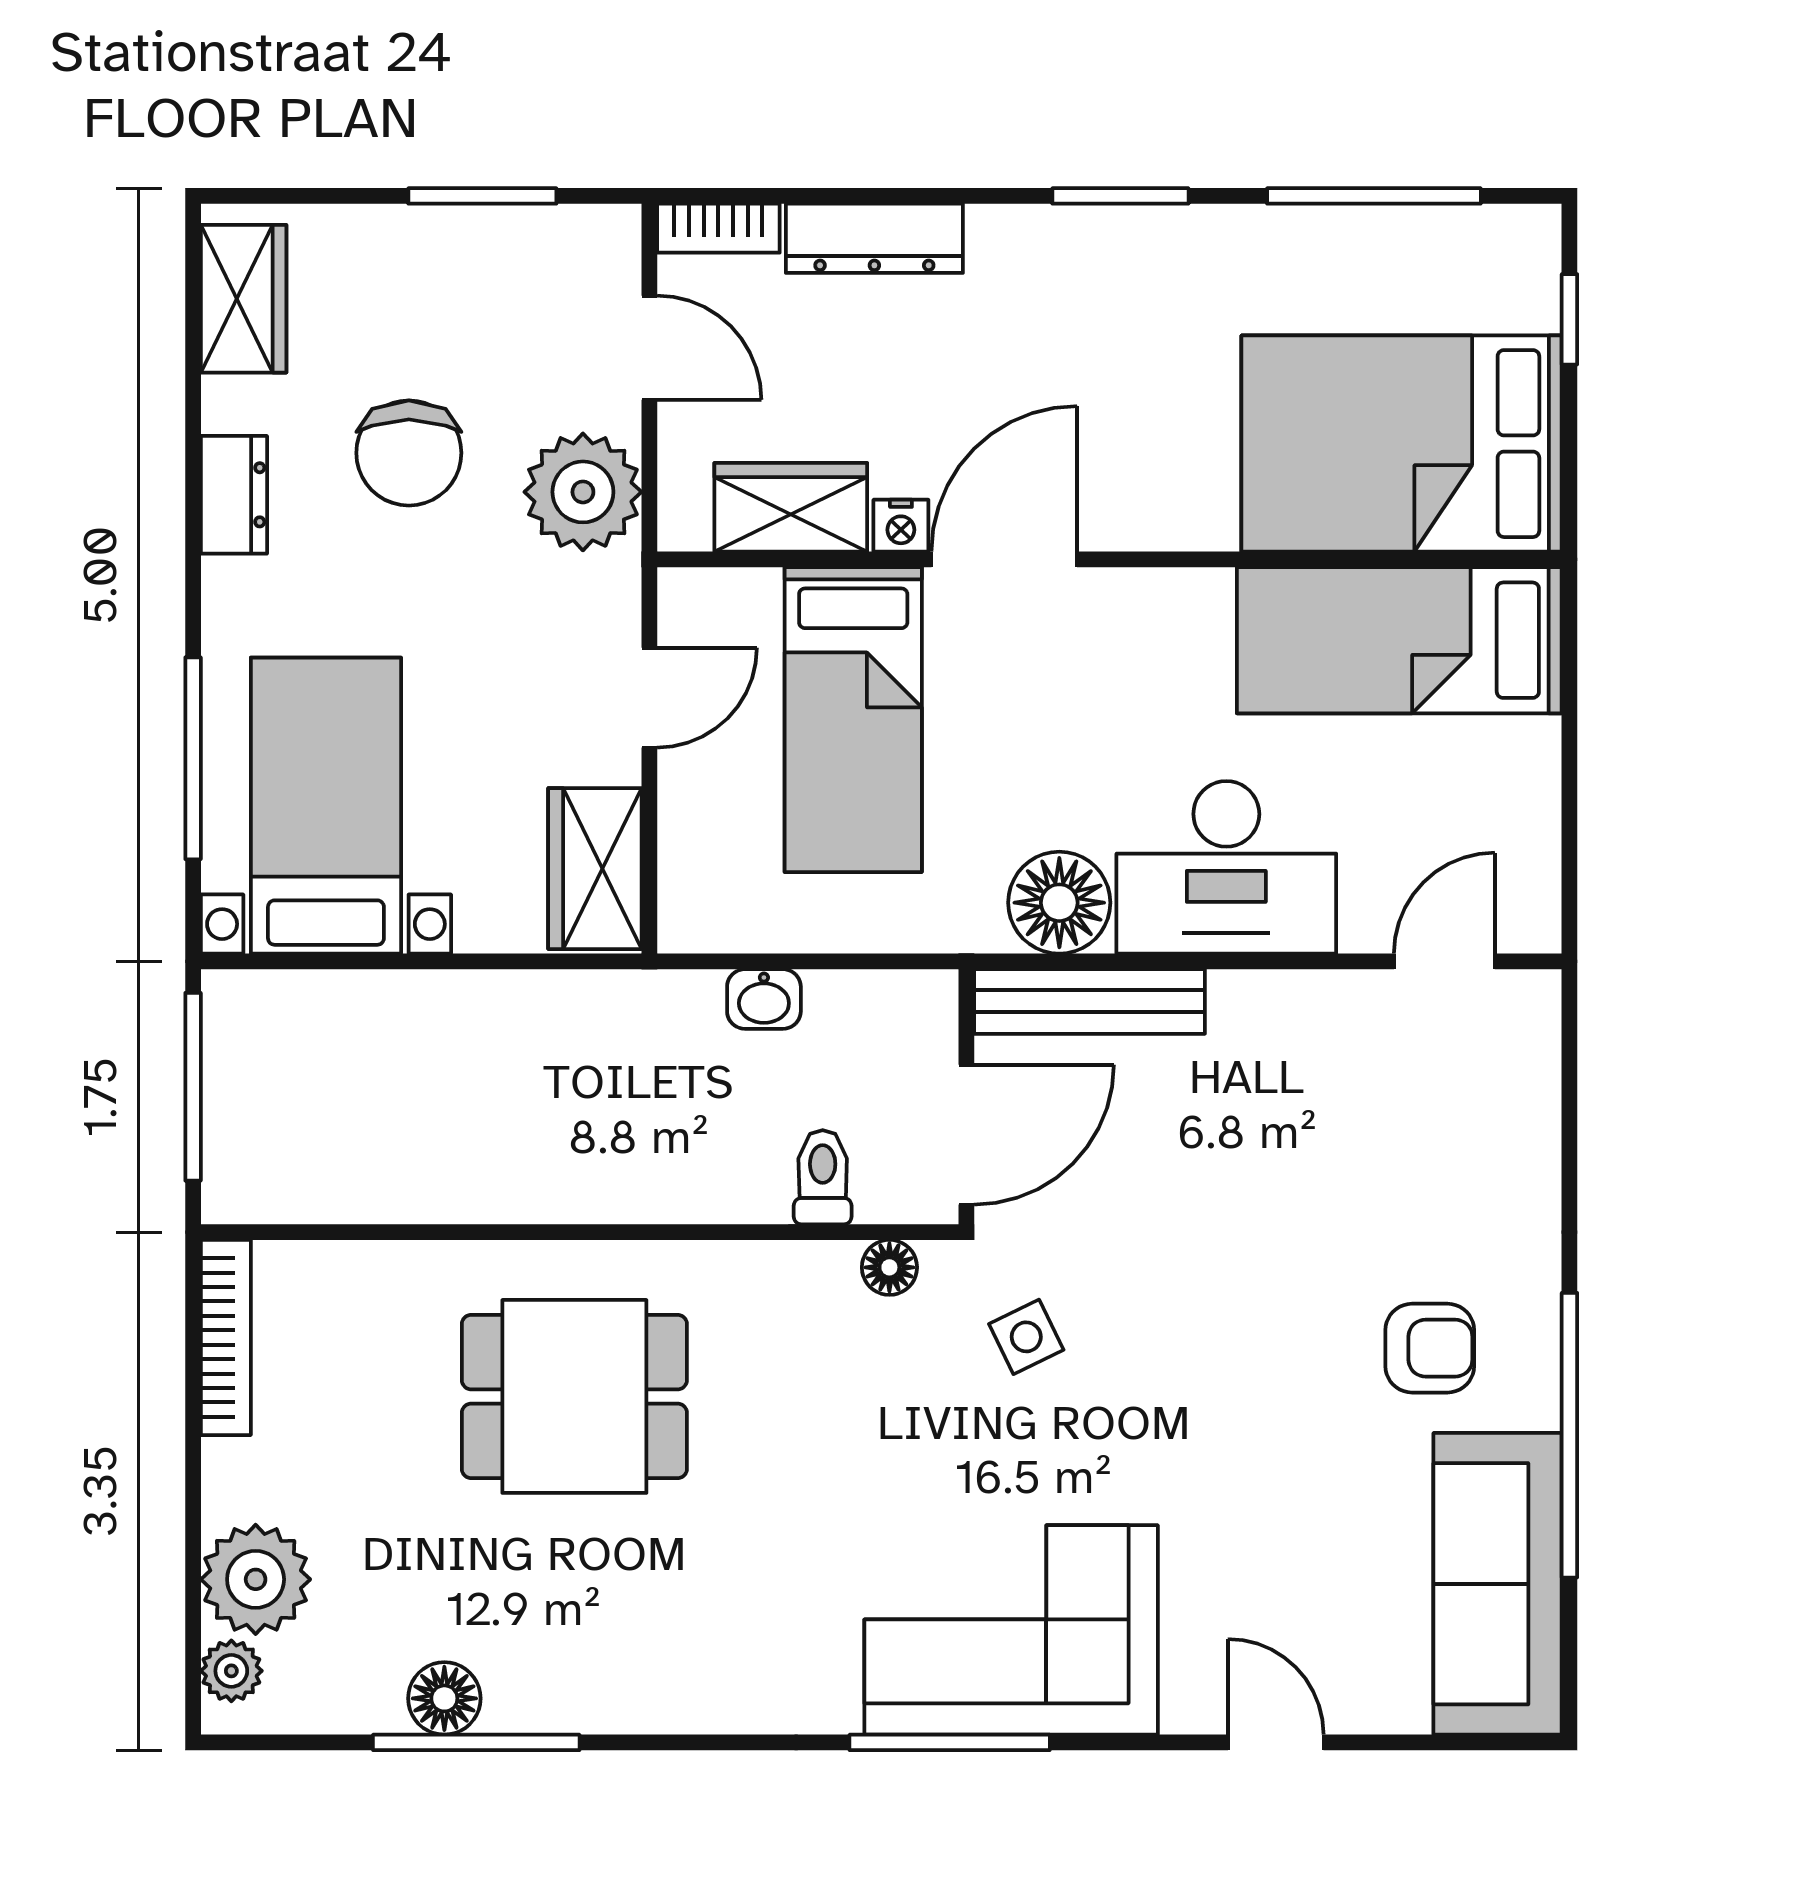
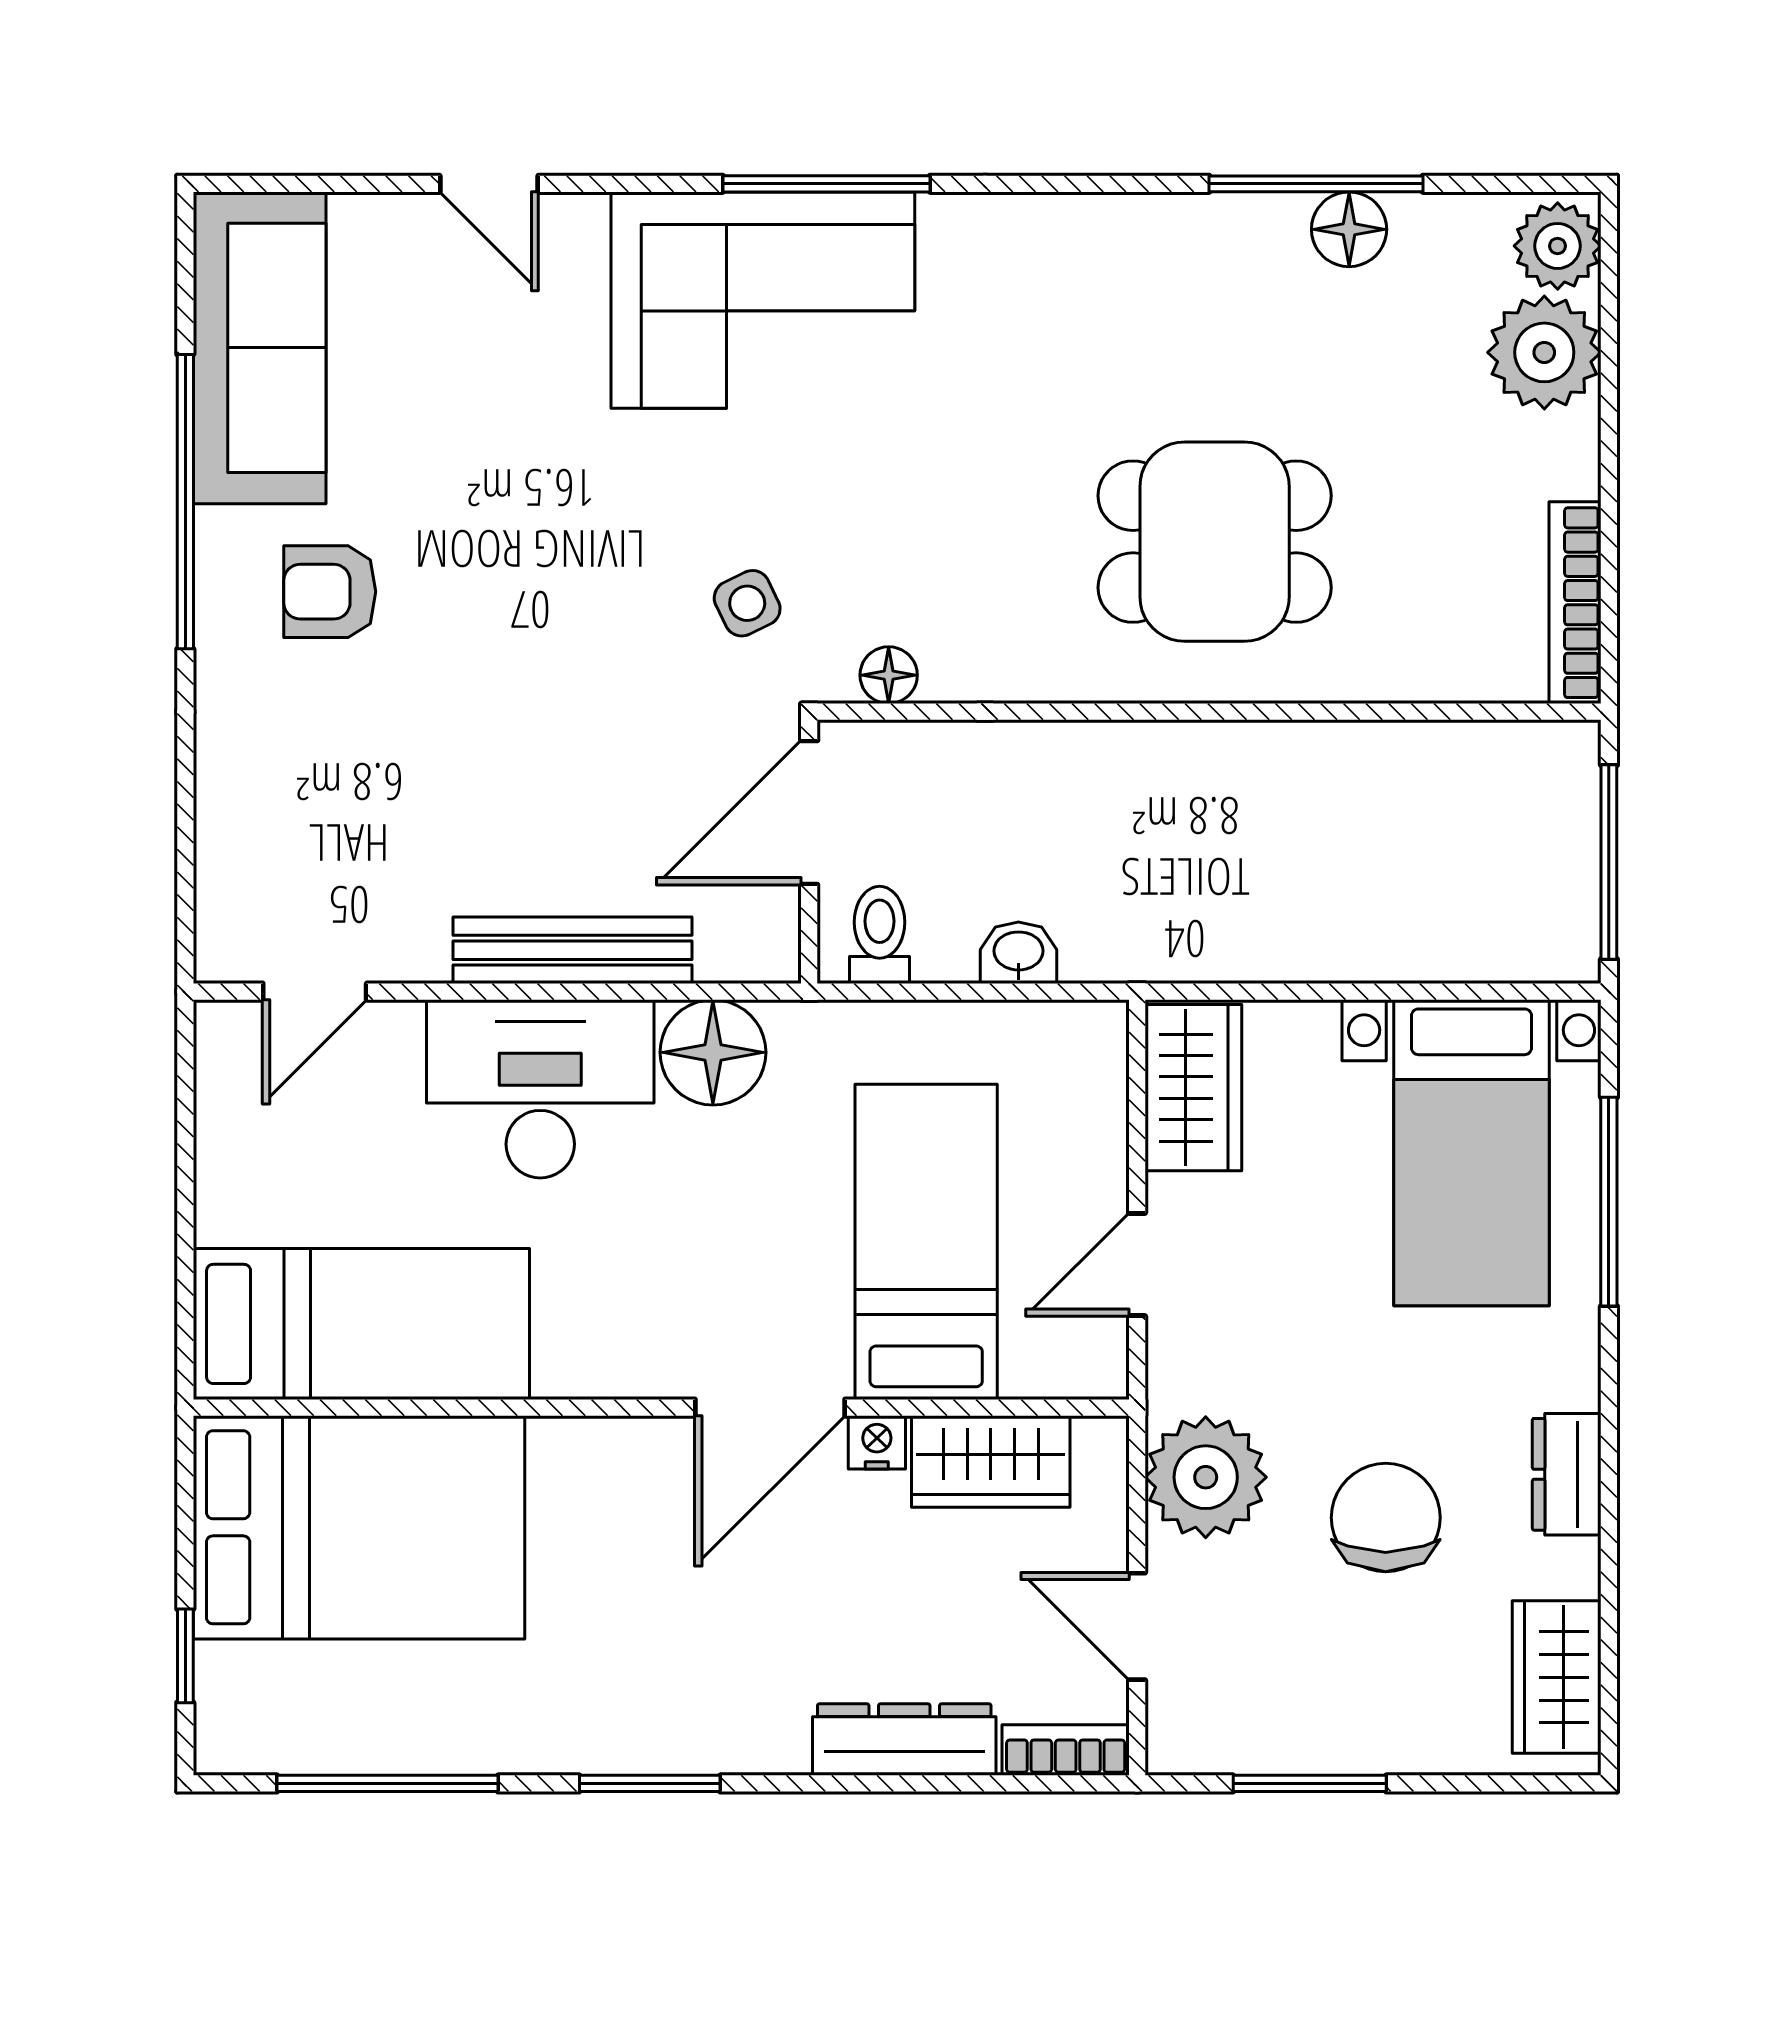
bench: (1089, 1001) -> (572, 950), moved
toilet: (823, 1177) -> (880, 935), moved, turned 180
plant: (231, 1671) -> (1558, 246), width x1.38, depth x1.38

